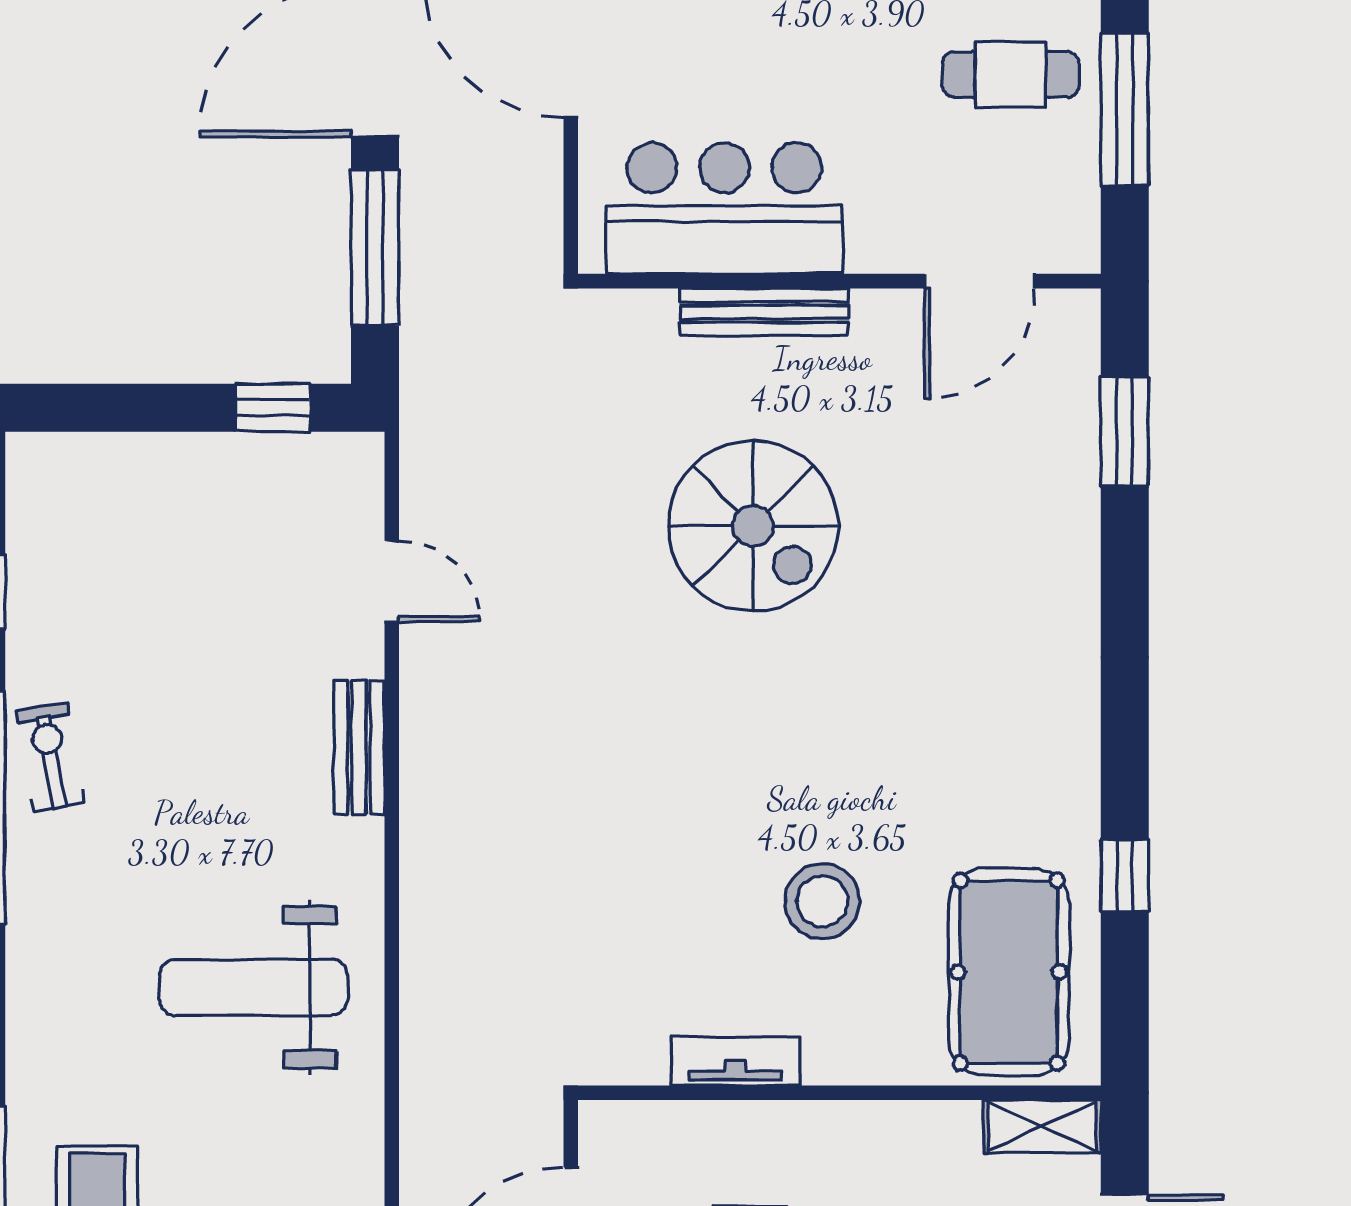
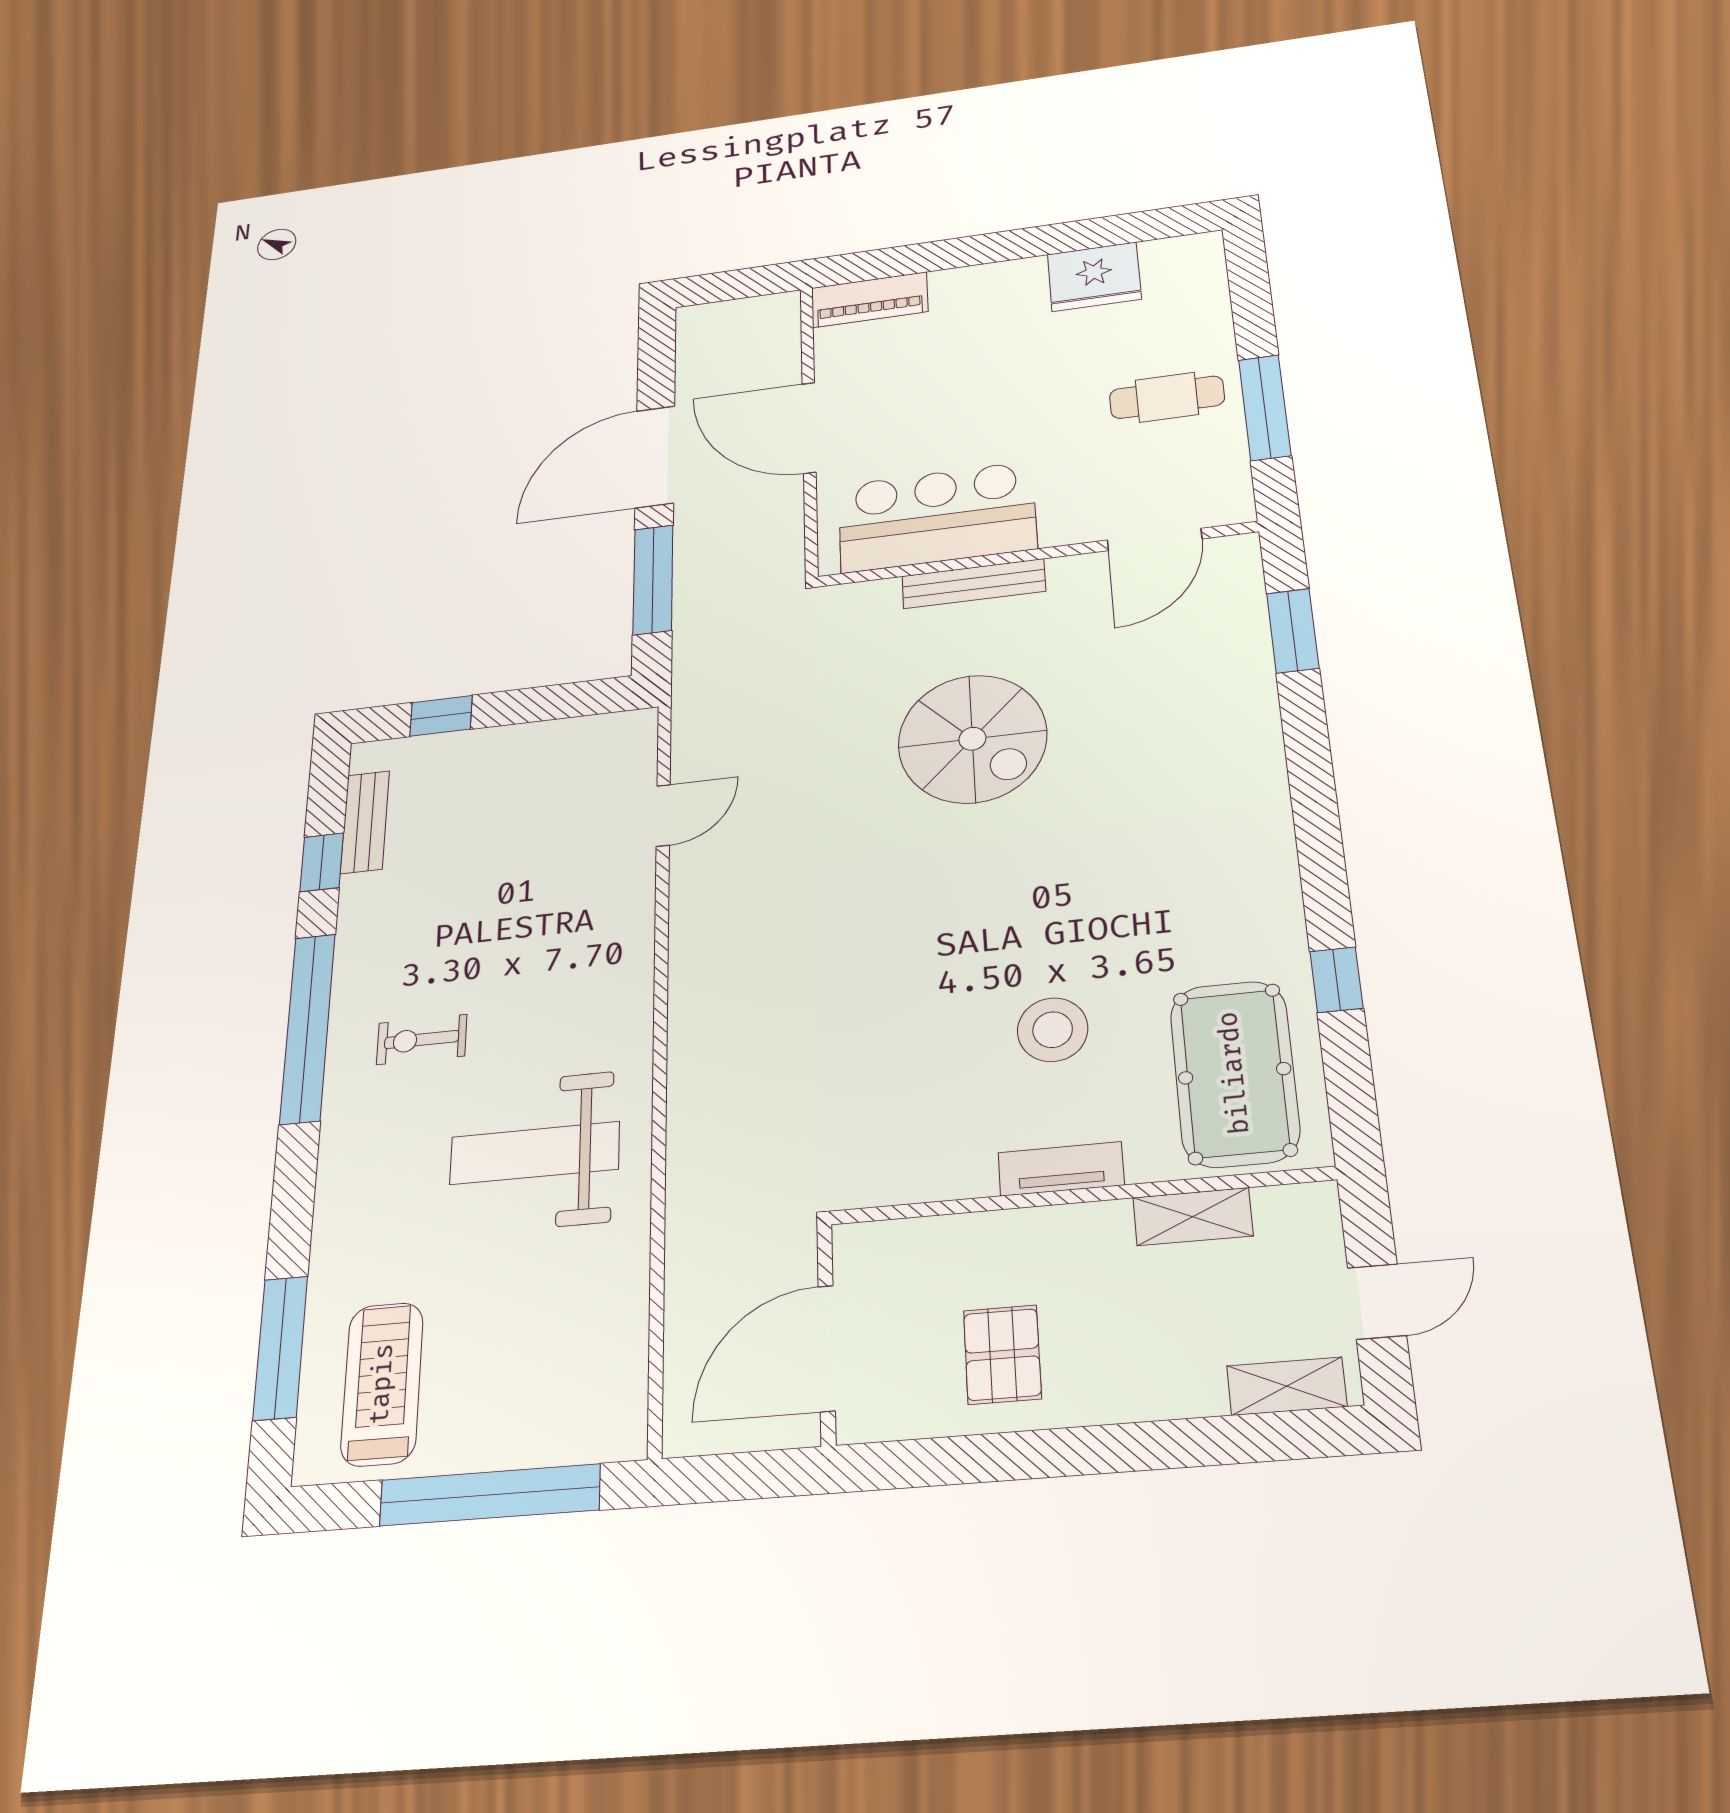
window: (273, 408) -> (441, 716), moved
door: (392, 581) -> (663, 815), hinge flipped
bench: (359, 747) -> (365, 822), moved
exercise bike: (50, 757) -> (422, 1040), moved, turned -80
tv unit: (736, 1061) -> (1061, 1169), moved
shelving: (1042, 1126) -> (1193, 1217), moved

